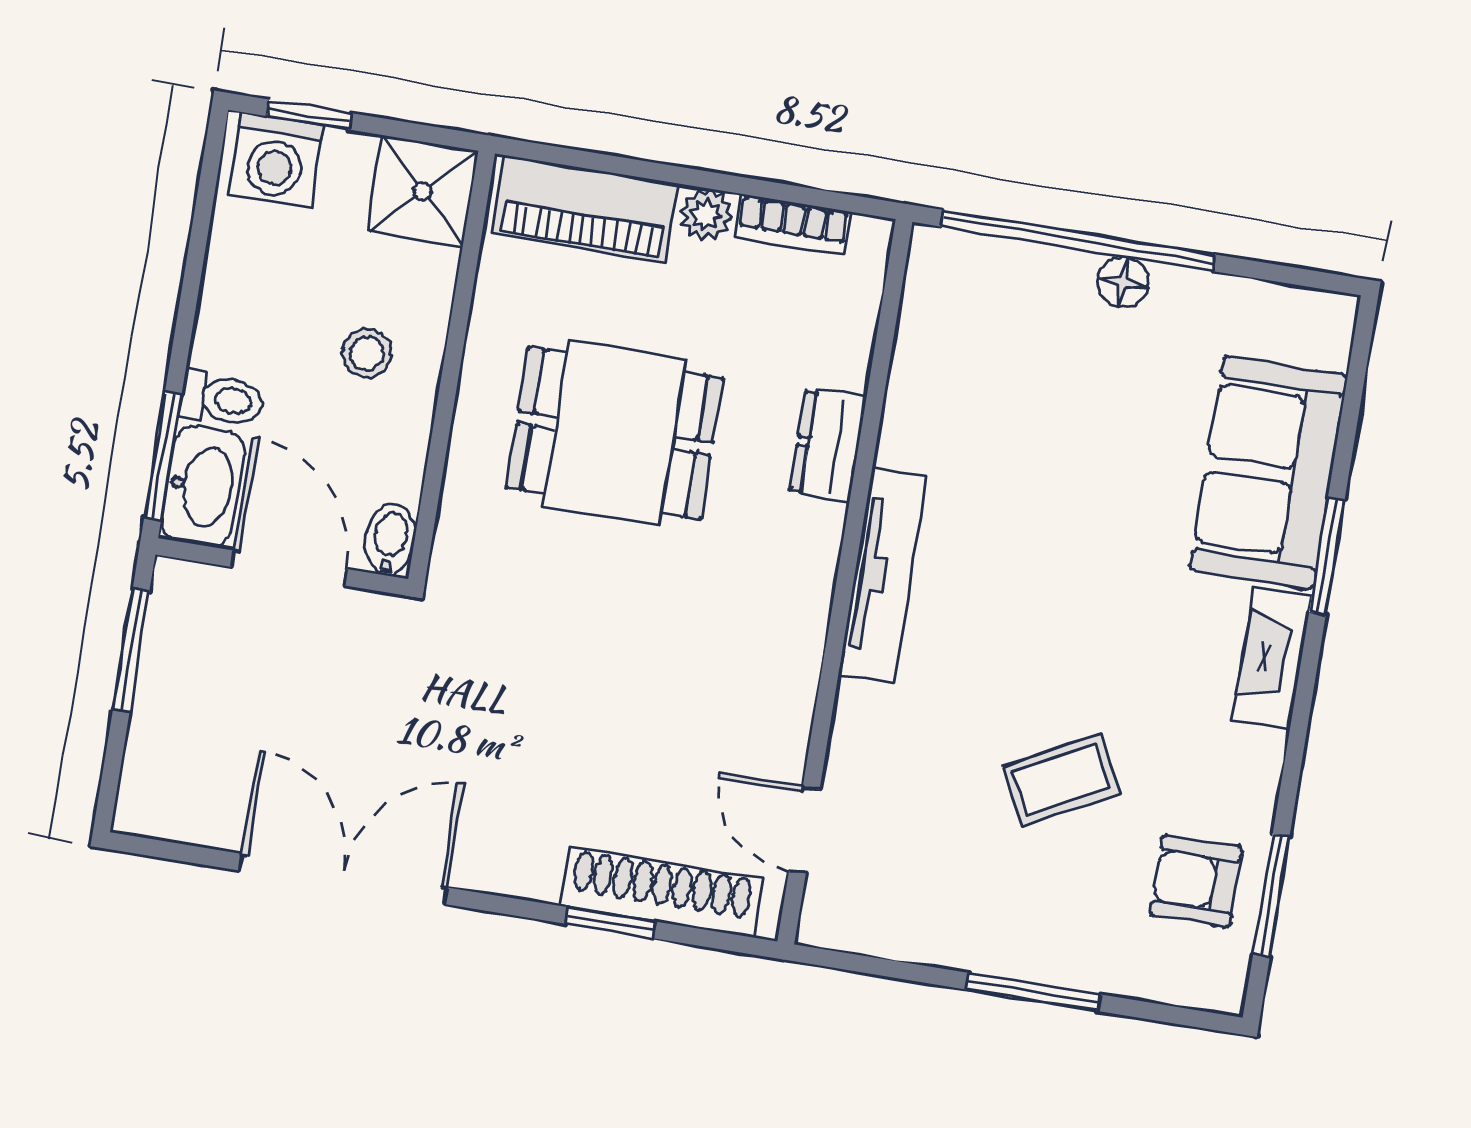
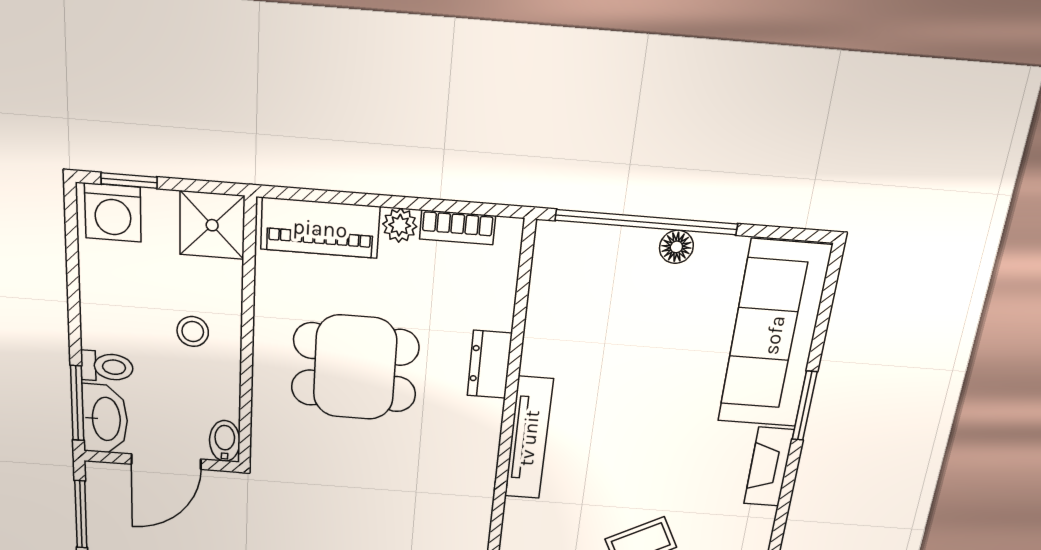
sofa: (1268, 472) -> (774, 335), width x1.36
door: (289, 568) -> (166, 462), swing flipped

